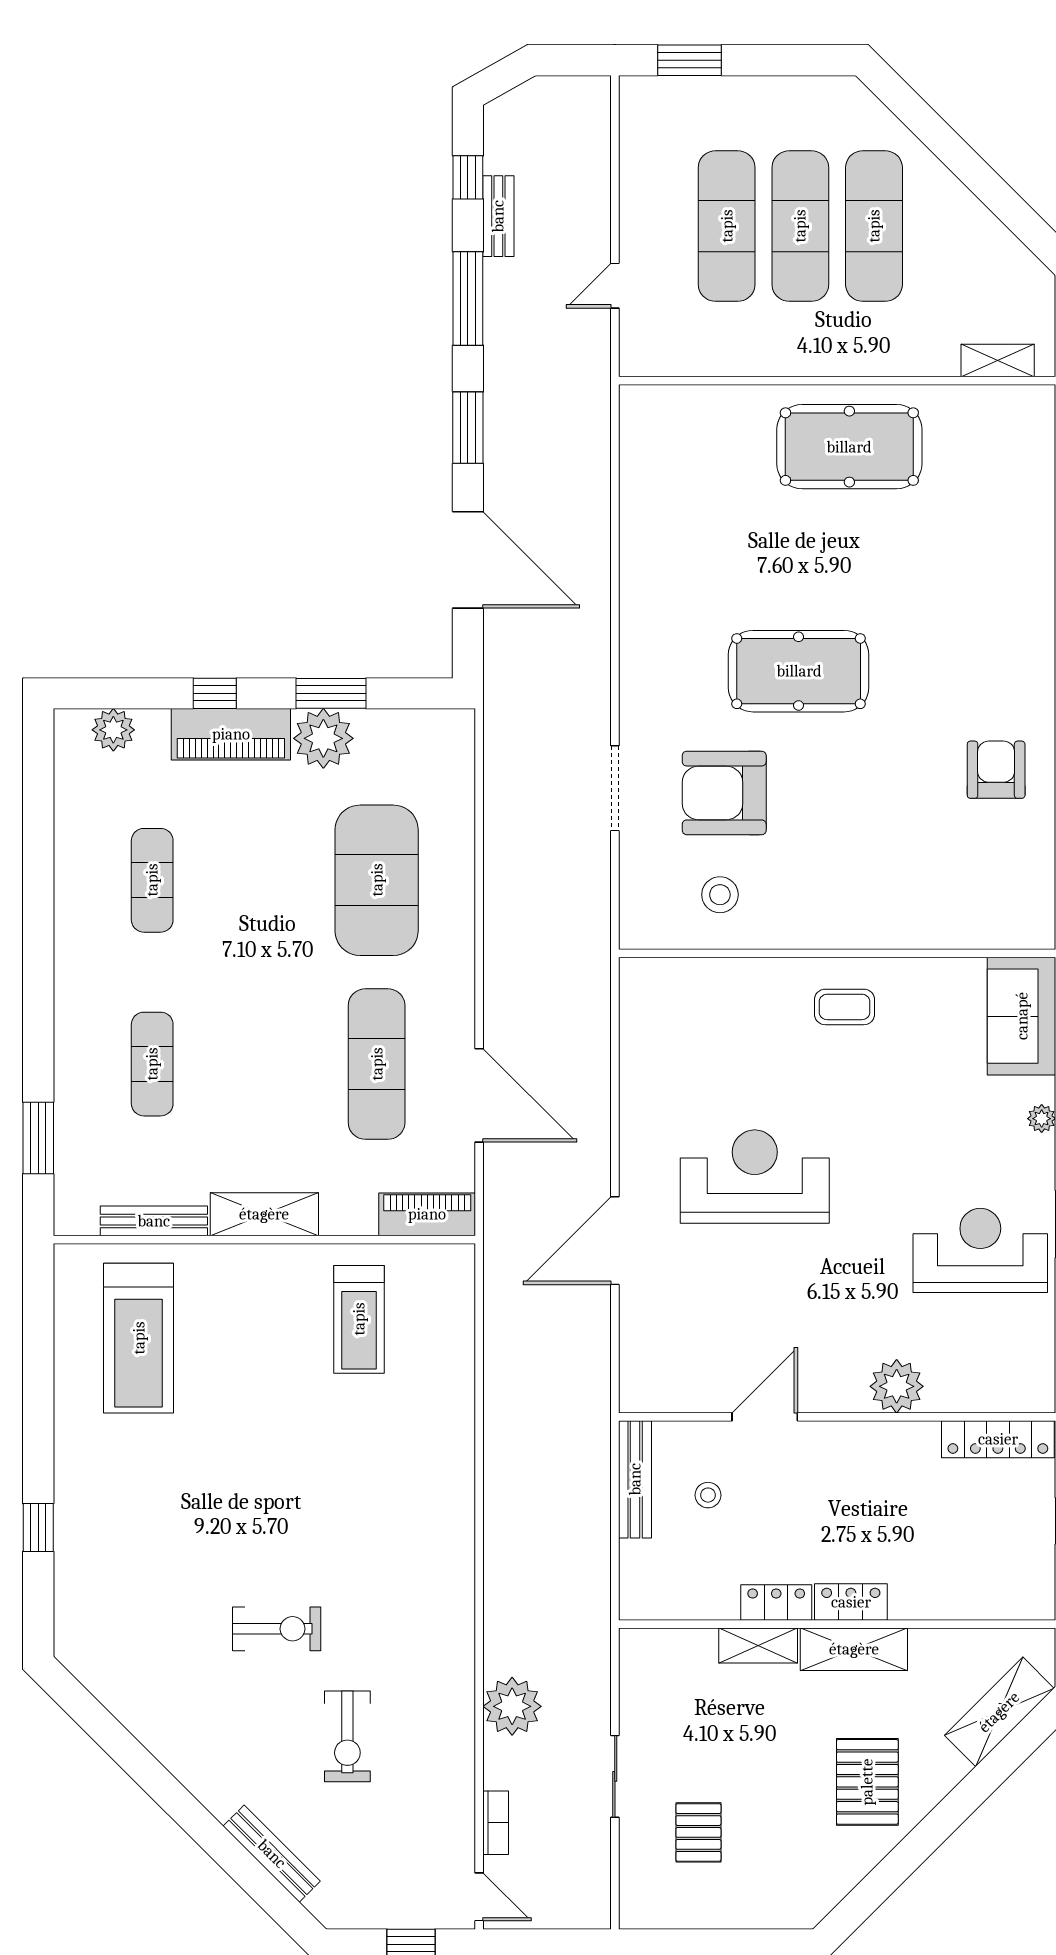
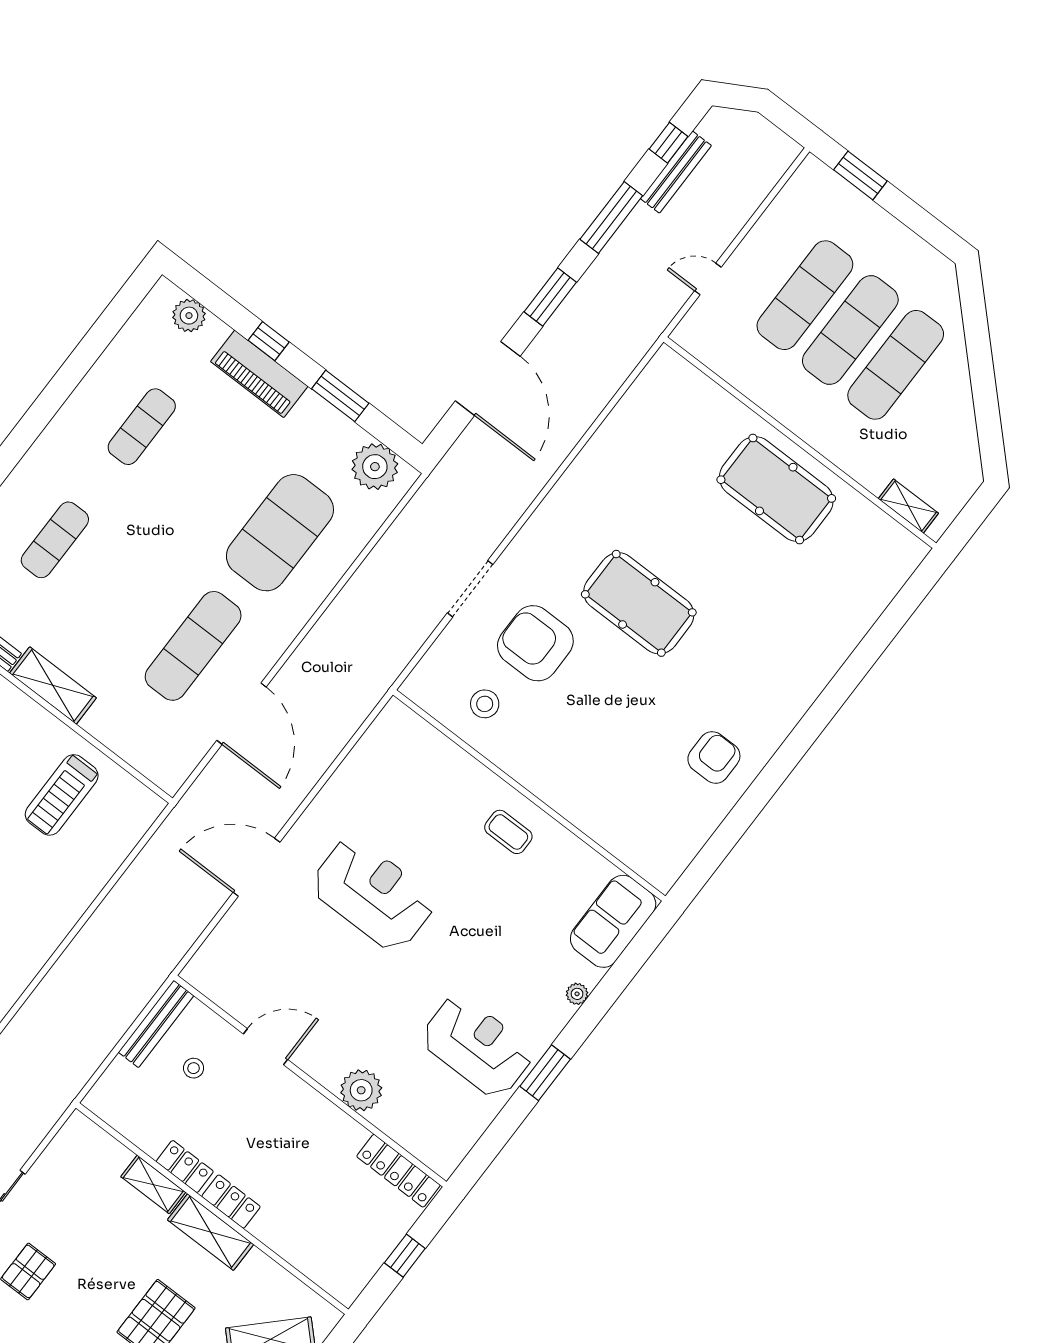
bench: (498, 216) -> (676, 172), width x1.36
plant: (323, 738) -> (375, 467), moved
piano: (427, 1214) -> (153, 762), removed

